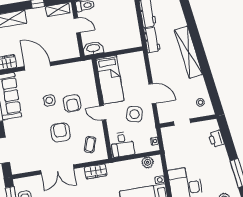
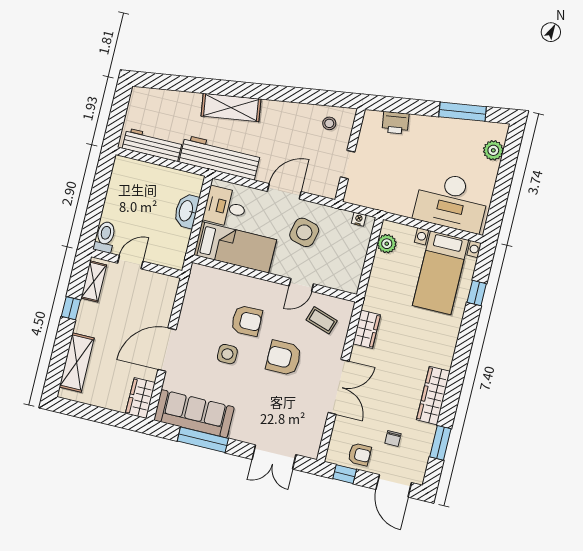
workbench: (152, 40) -> (220, 158), width x1.88, depth x1.32
washbasin: (93, 48) -> (186, 211), moved
shelving: (188, 52) -> (231, 107), width x0.68
door: (103, 113) -> (301, 285), moved
desk: (122, 145) -> (225, 207), moved, turned 180

